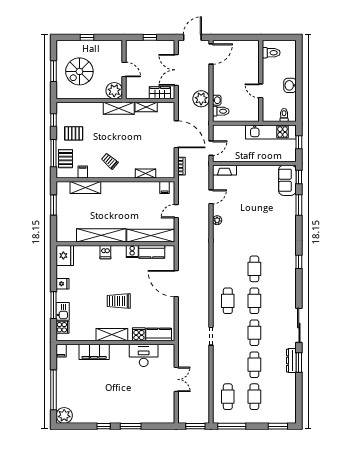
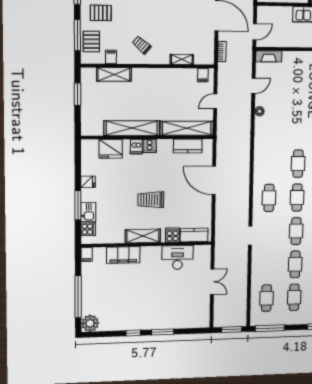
cooker: (132, 252) -> (150, 146), moved
fridge: (65, 255) -> (111, 149), moved, turned 90

